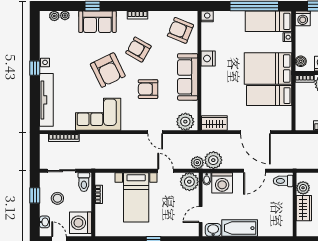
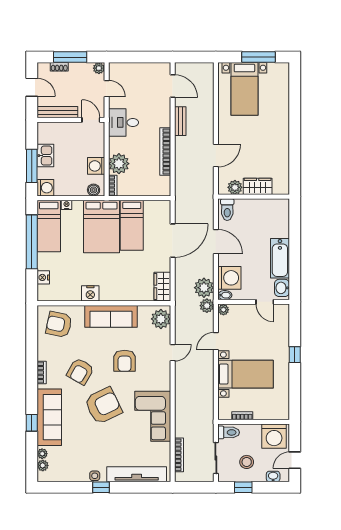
nightstand: (207, 16) -> (43, 277), moved
sofa: (97, 22) -> (49, 417), width x1.36
armchair: (180, 30) -> (59, 324), turned 80
plant: (189, 182) -> (223, 310), width x0.53, depth x0.53

